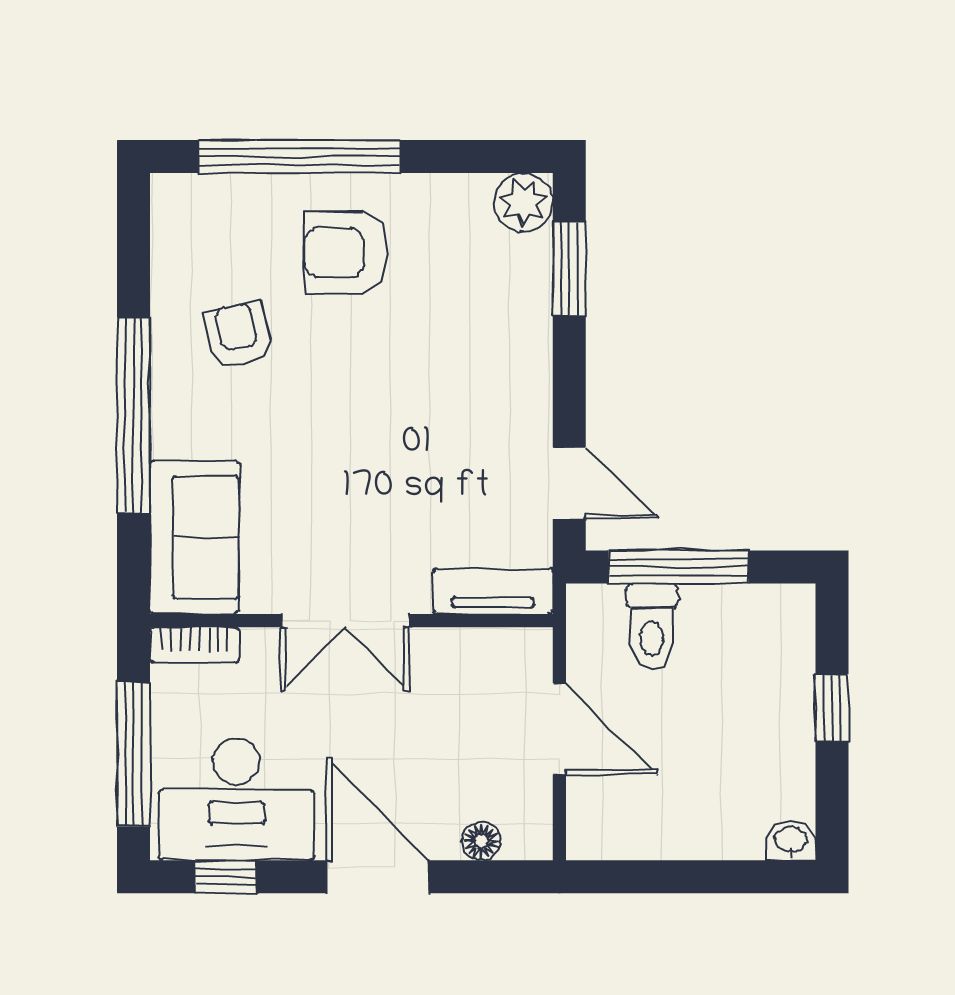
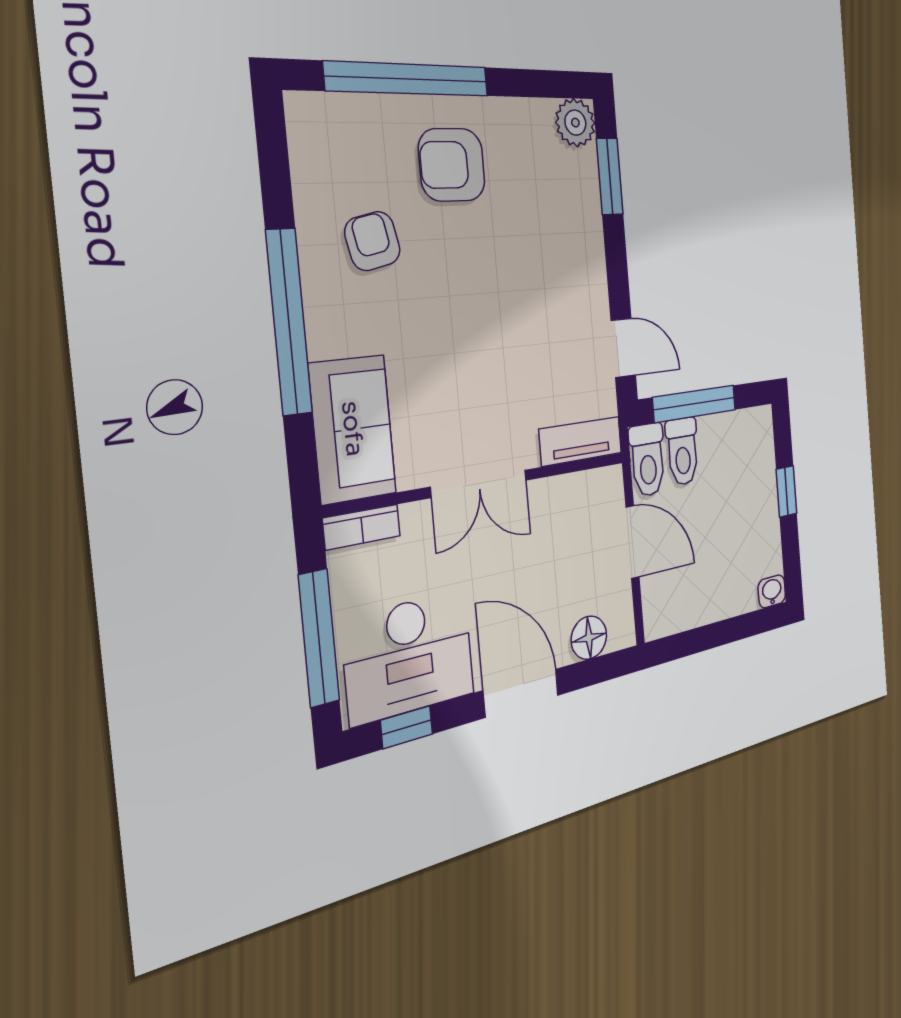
toilet: (594, 629) -> (648, 460), added
floor lamp: (481, 841) -> (589, 638), width x1.37, depth x1.37

